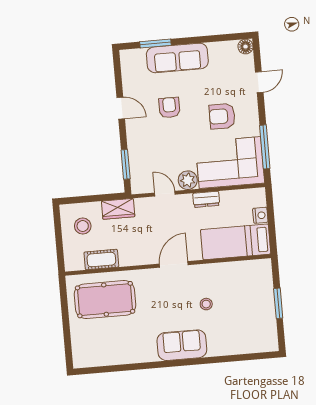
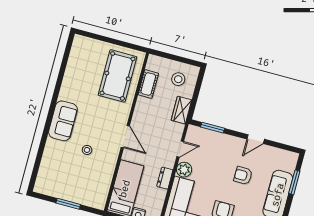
armchair: (169, 108) -> (243, 175), turned 180

